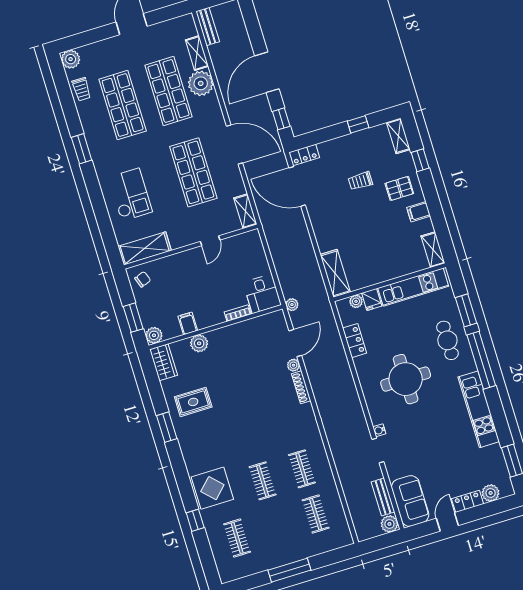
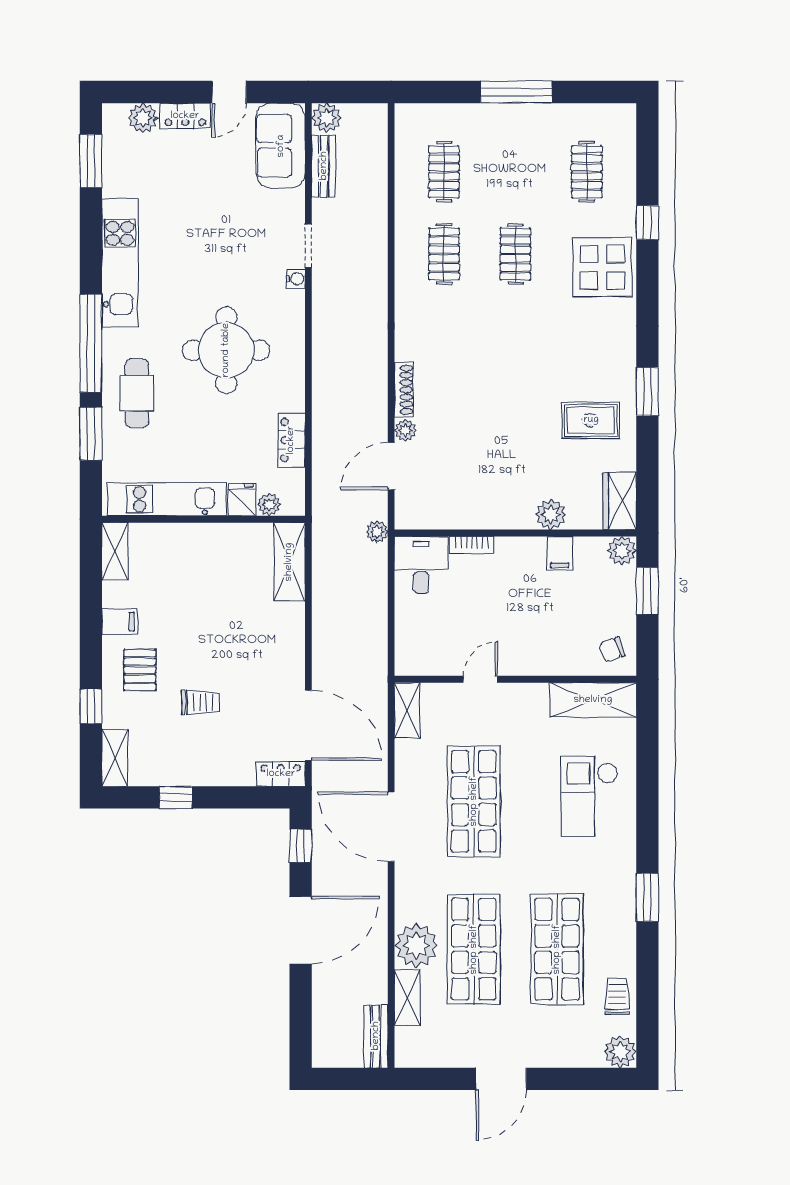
pallet: (399, 188) -> (140, 670), turned 90

